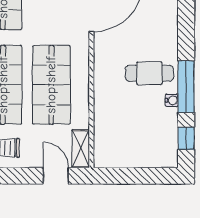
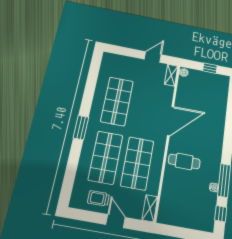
cafe table: (149, 73) -> (184, 161), moved
door: (56, 176) -> (116, 221), moved

